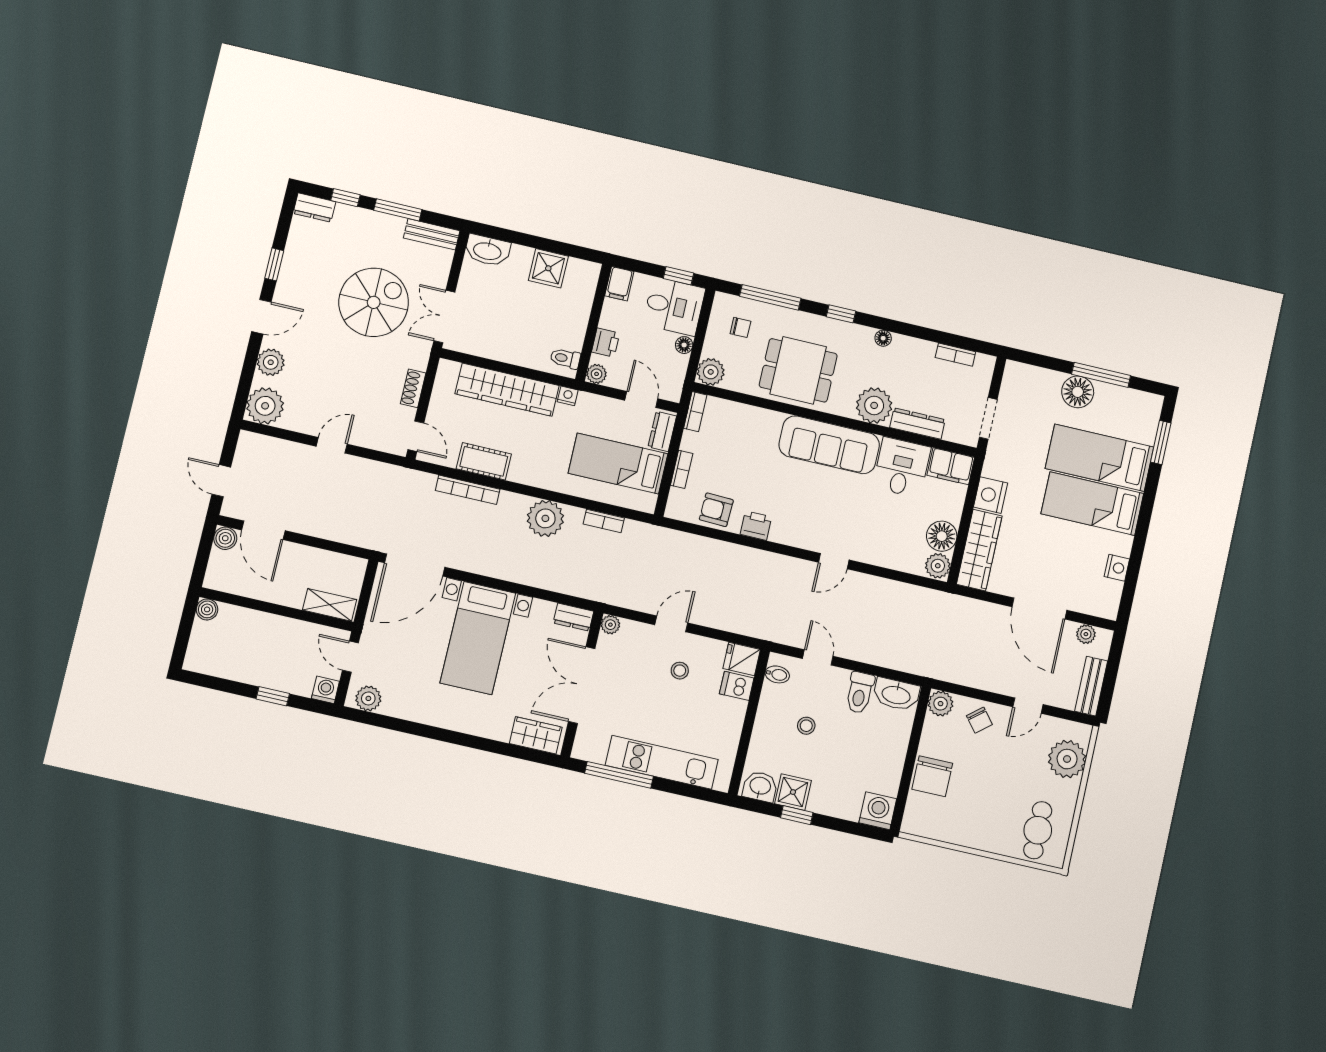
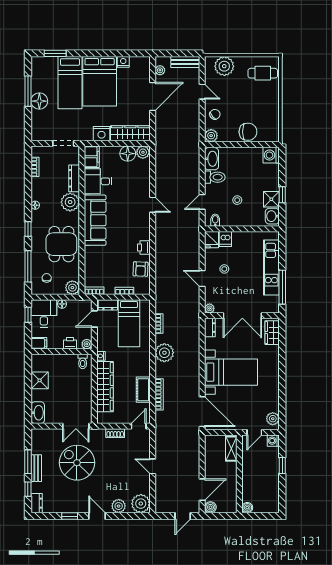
bench: (432, 234) -> (36, 468), moved
bed: (1092, 504) -> (100, 81), width x1.50

